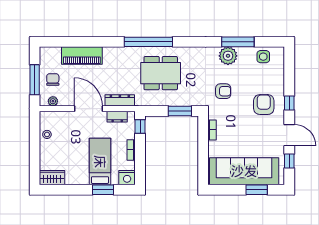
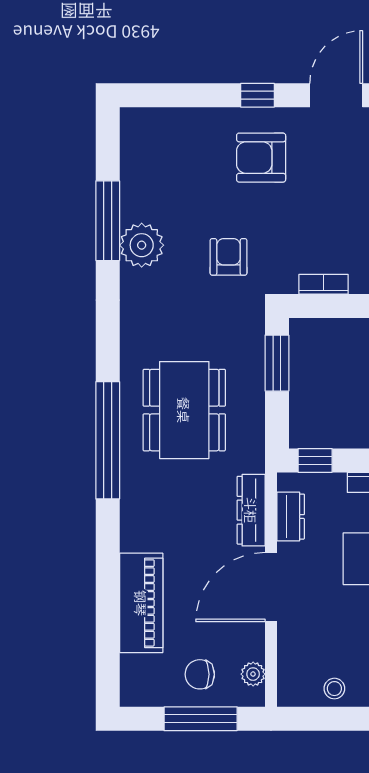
side table: (263, 57) -> (144, 159), removed

